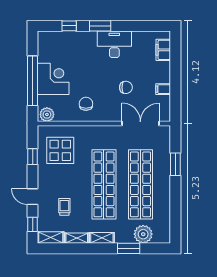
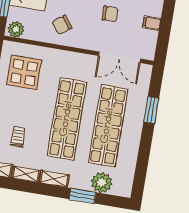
chair: (86, 104) -> (62, 25), turned -126
double door: (140, 123) -> (120, 57), swing flipped

